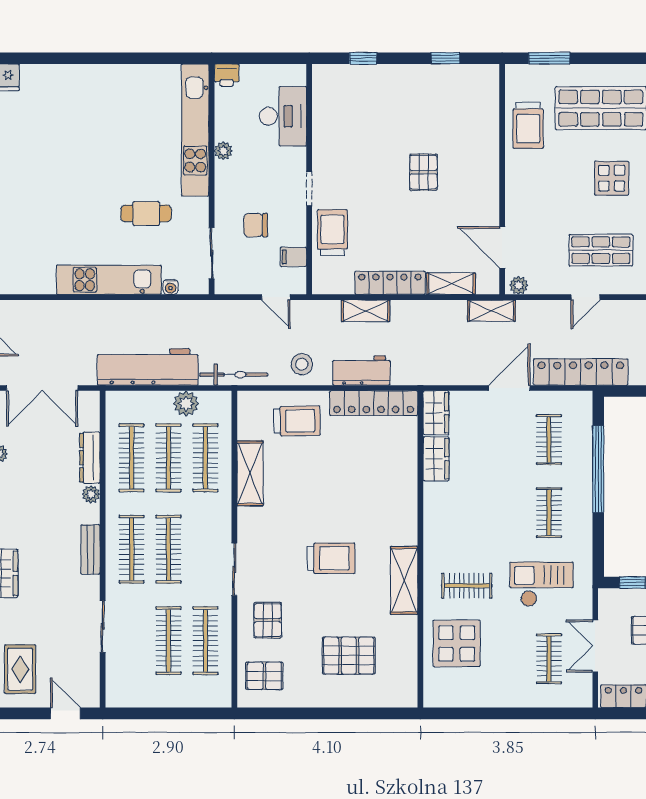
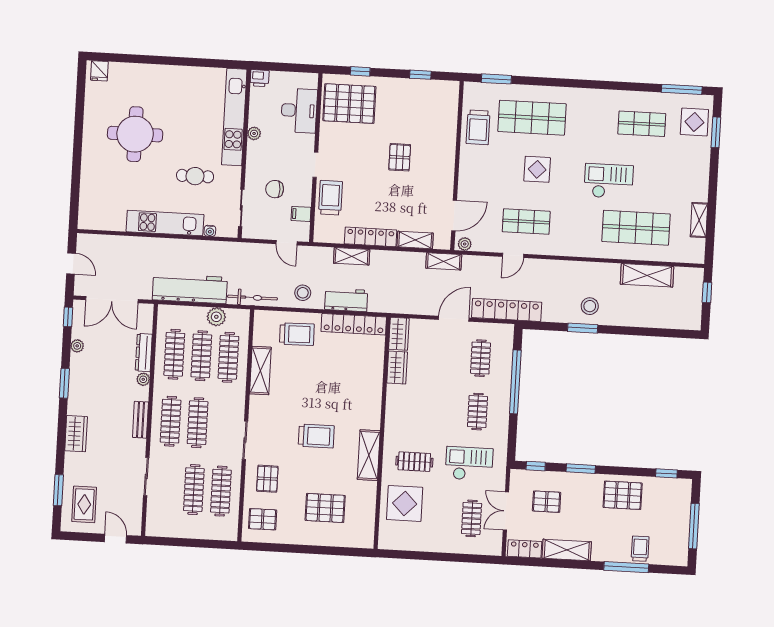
pallet: (351, 103) -> (349, 104), added
round table: (61, 161) -> (135, 134), added
door: (502, 247) -> (454, 216), swing flipped

